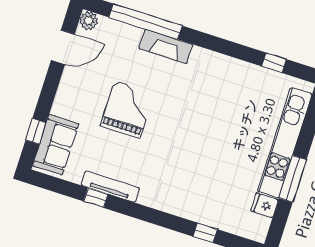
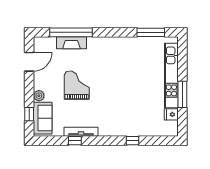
plant: (89, 21) -> (39, 96), moved
fireplace: (166, 47) -> (71, 43), moved
window: (274, 63) -> (151, 32), width x2.17
window: (205, 233) -> (133, 141), moved

